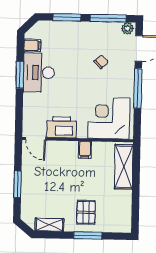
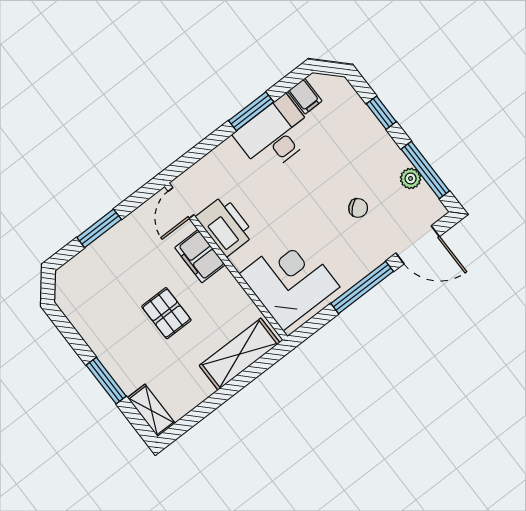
window: (67, 17) -> (381, 113), width x0.67
plant: (127, 28) -> (411, 178), moved
filing cabinet: (85, 150) -> (200, 256), moved, width x2.00
pallet: (86, 212) -> (166, 313), moved, turned 90
shelving: (49, 225) -> (151, 410), moved

